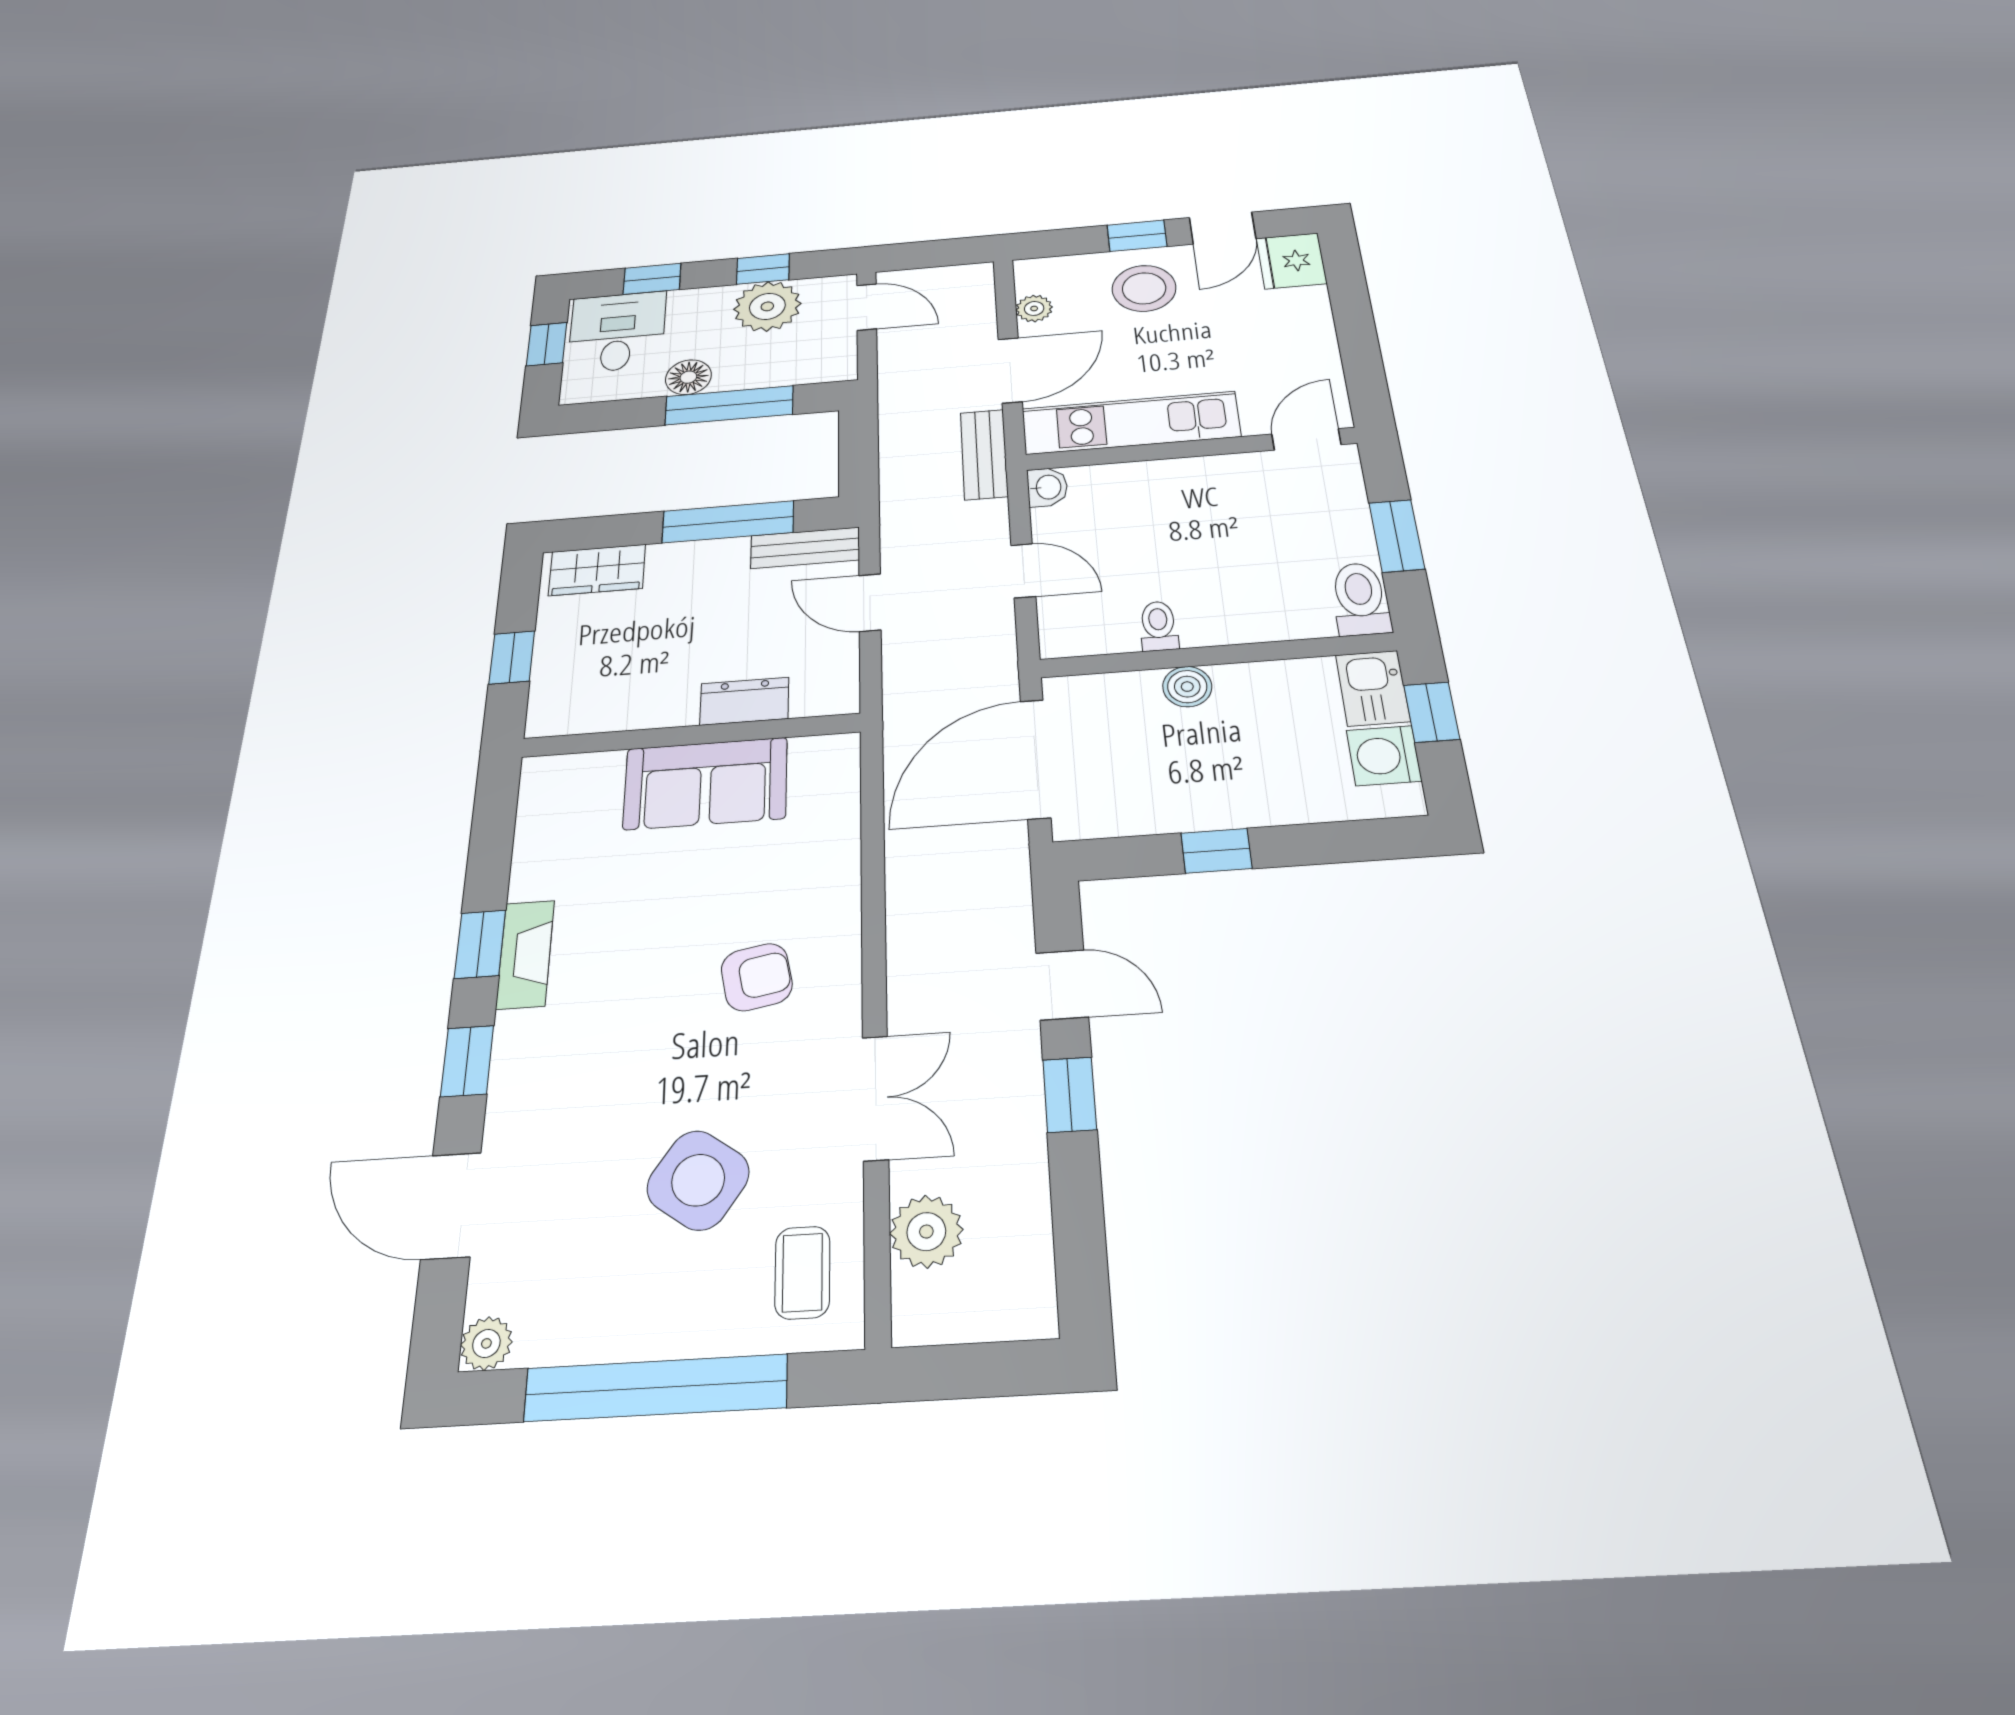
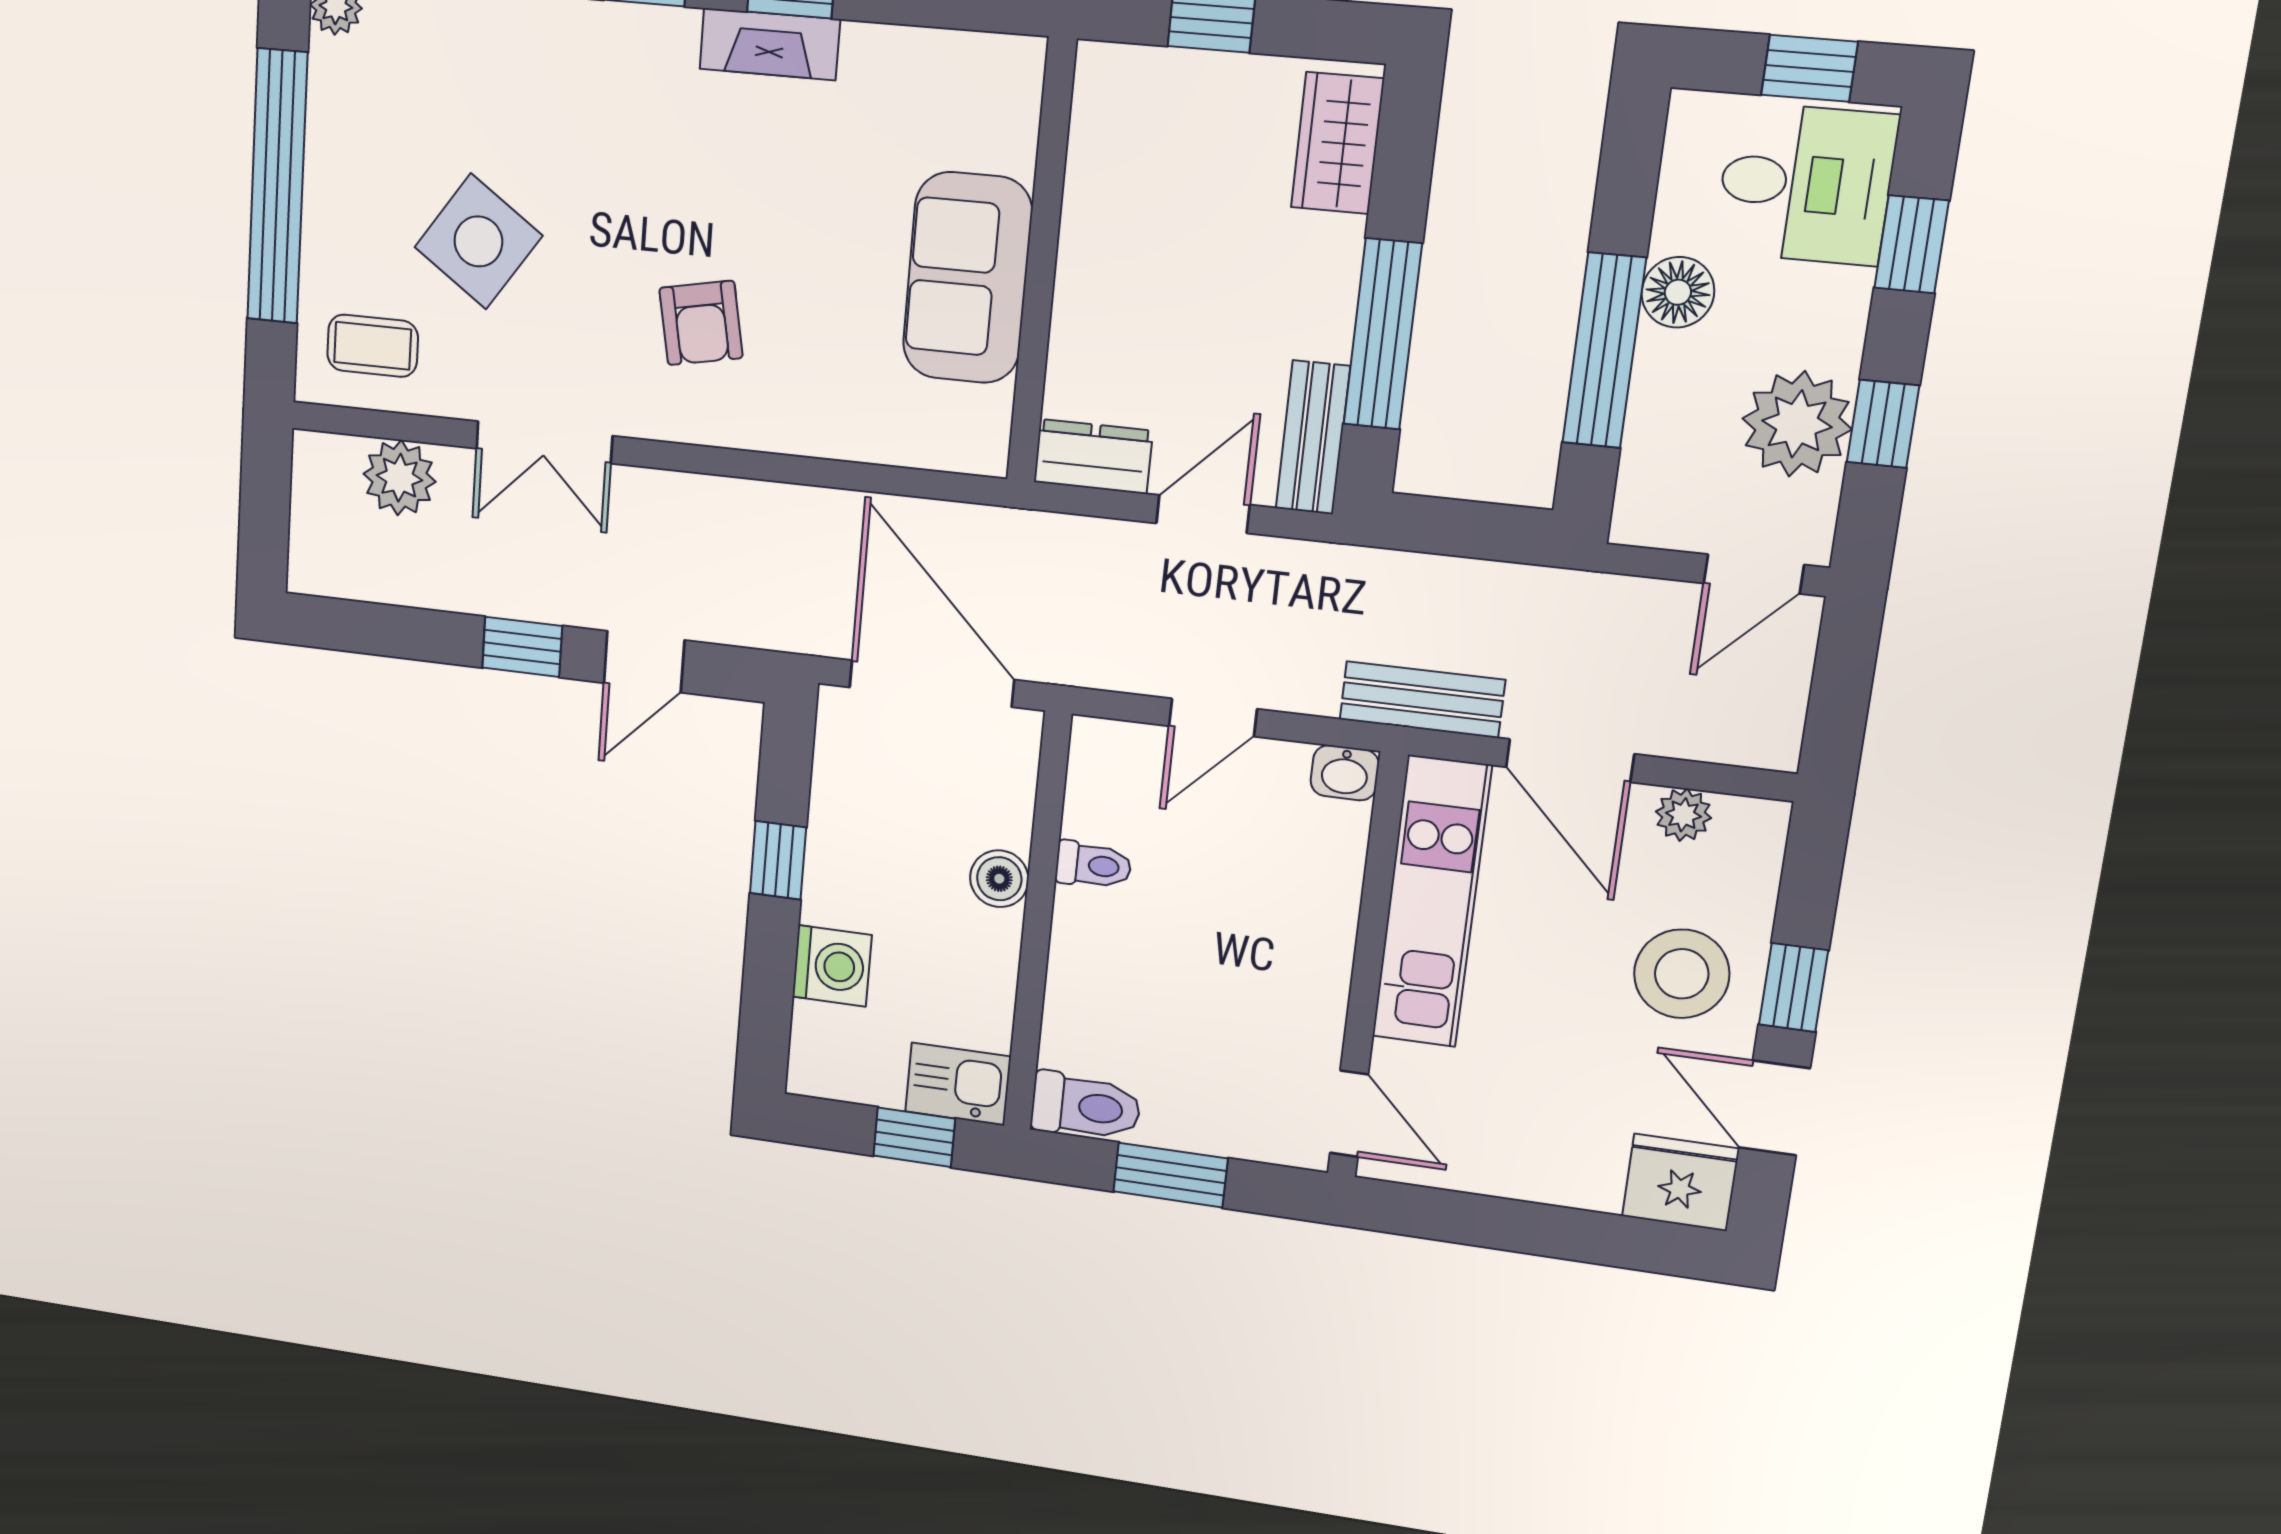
dresser: (744, 701) -> (1093, 456), moved, turned -90
washing machine: (1384, 756) -> (832, 966), moved, turned 90

